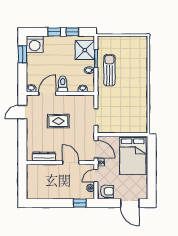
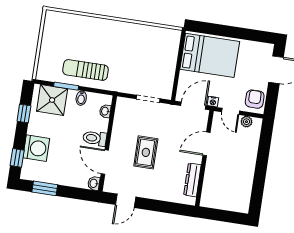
window: (54, 32) -> (17, 158), moved
washing machine: (35, 44) -> (36, 148), moved
door: (22, 112) -> (126, 201), hinge flipped
window: (80, 203) -> (265, 140), removed

